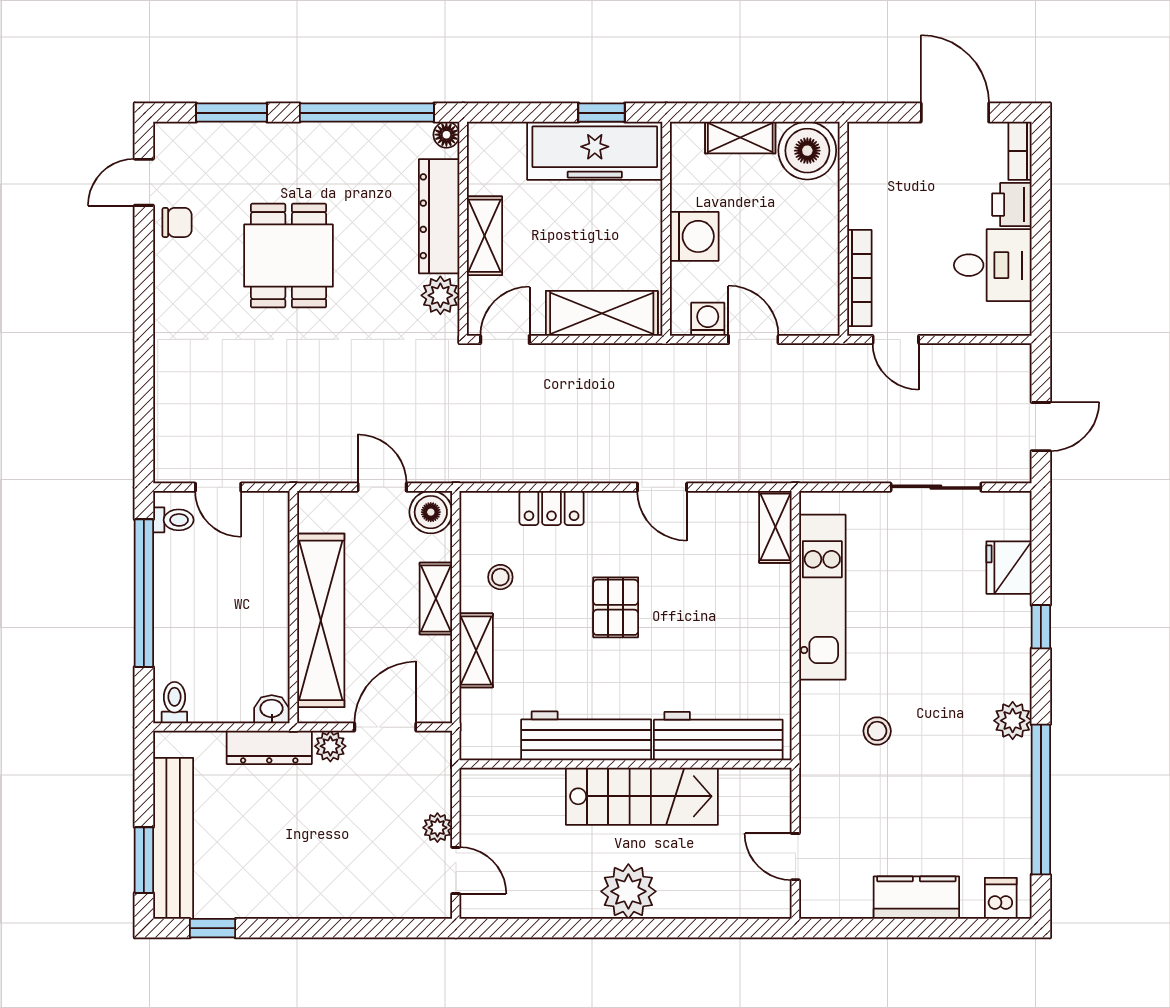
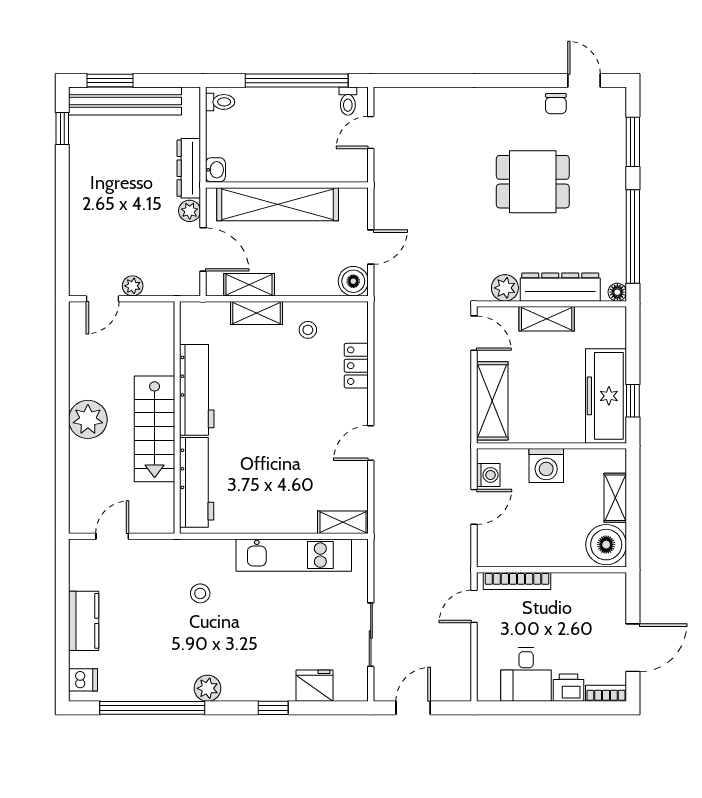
door: (1041, 427) -> (413, 708), swing flipped
shelving: (436, 598) -> (249, 285), moved
pallet: (616, 607) -> (287, 411), removed

